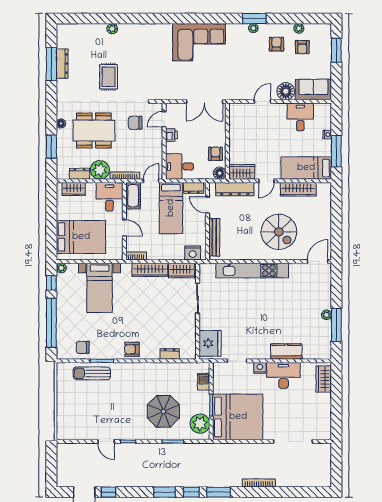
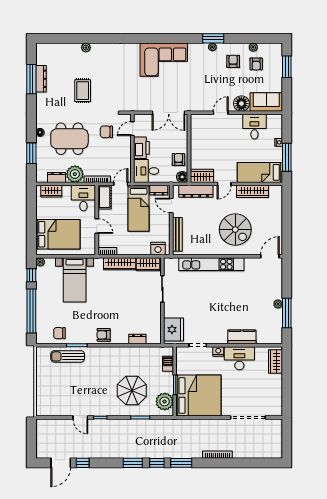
printer: (171, 135) -> (141, 148), width x1.87, depth x1.48

